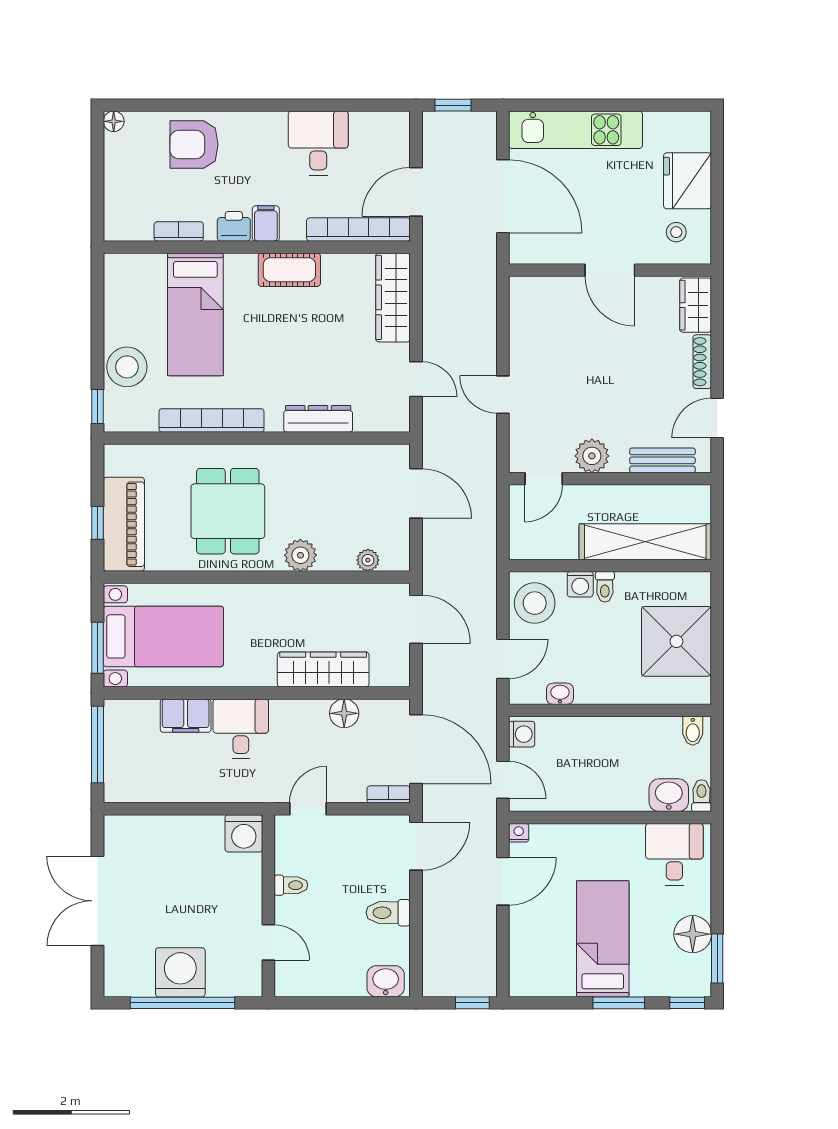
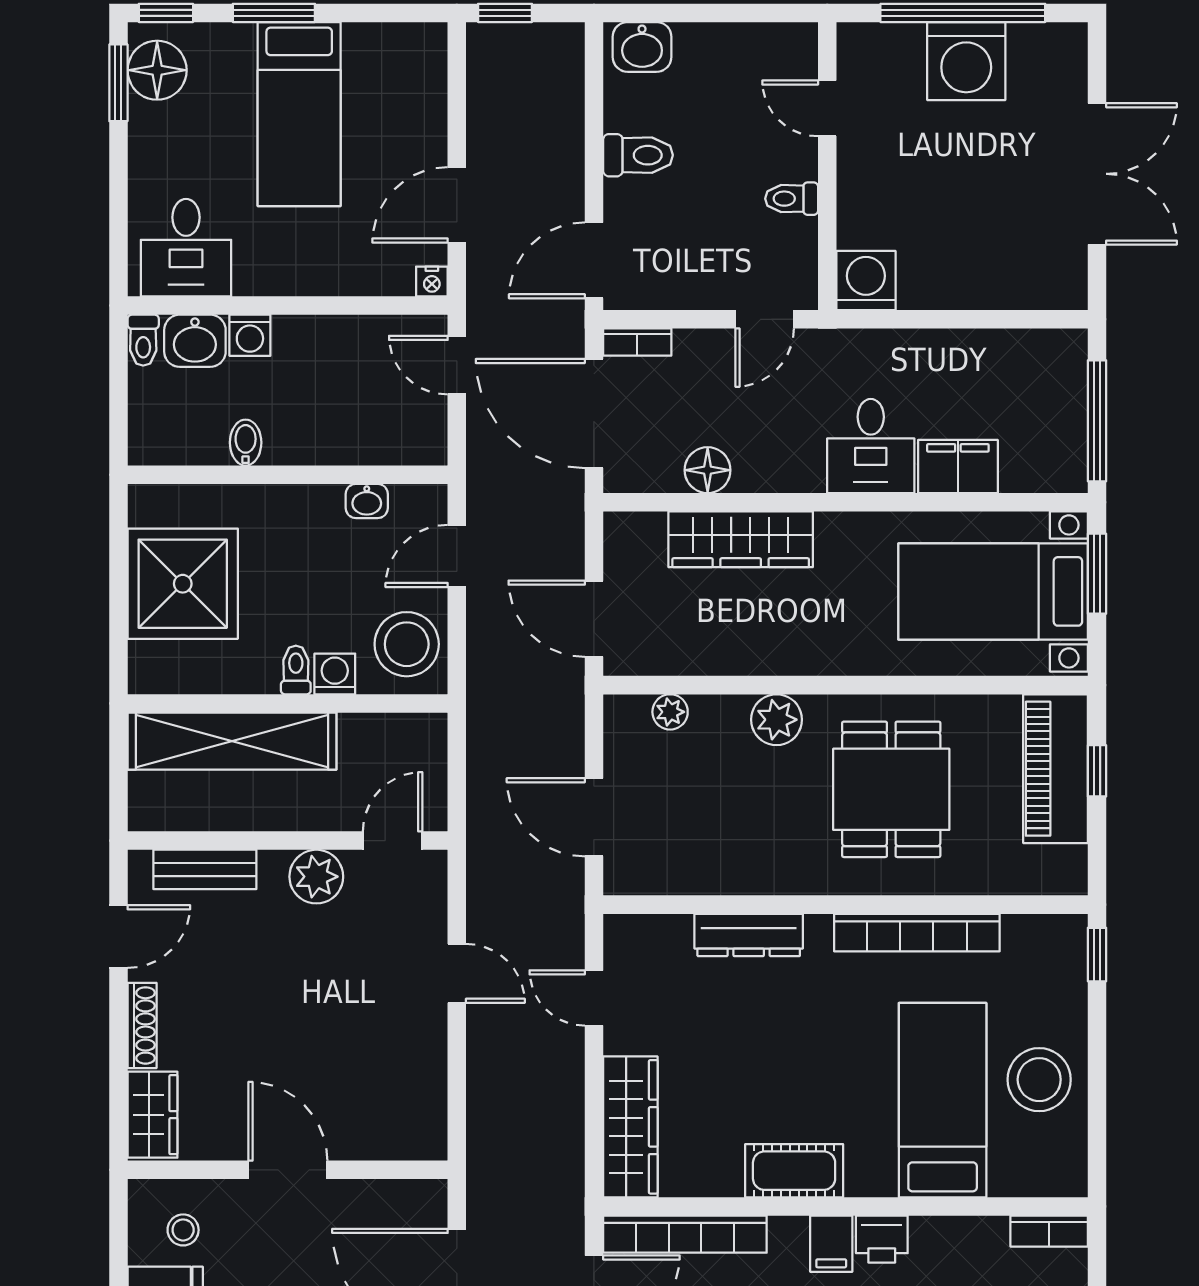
bookcase: (179, 231) -> (1049, 1231), moved
stool: (127, 367) -> (1039, 1080), moved
bidet: (693, 731) -> (246, 443), moved
washing machine: (522, 734) -> (250, 335), moved, turned -90
floor lamp: (693, 934) -> (157, 70), moved

